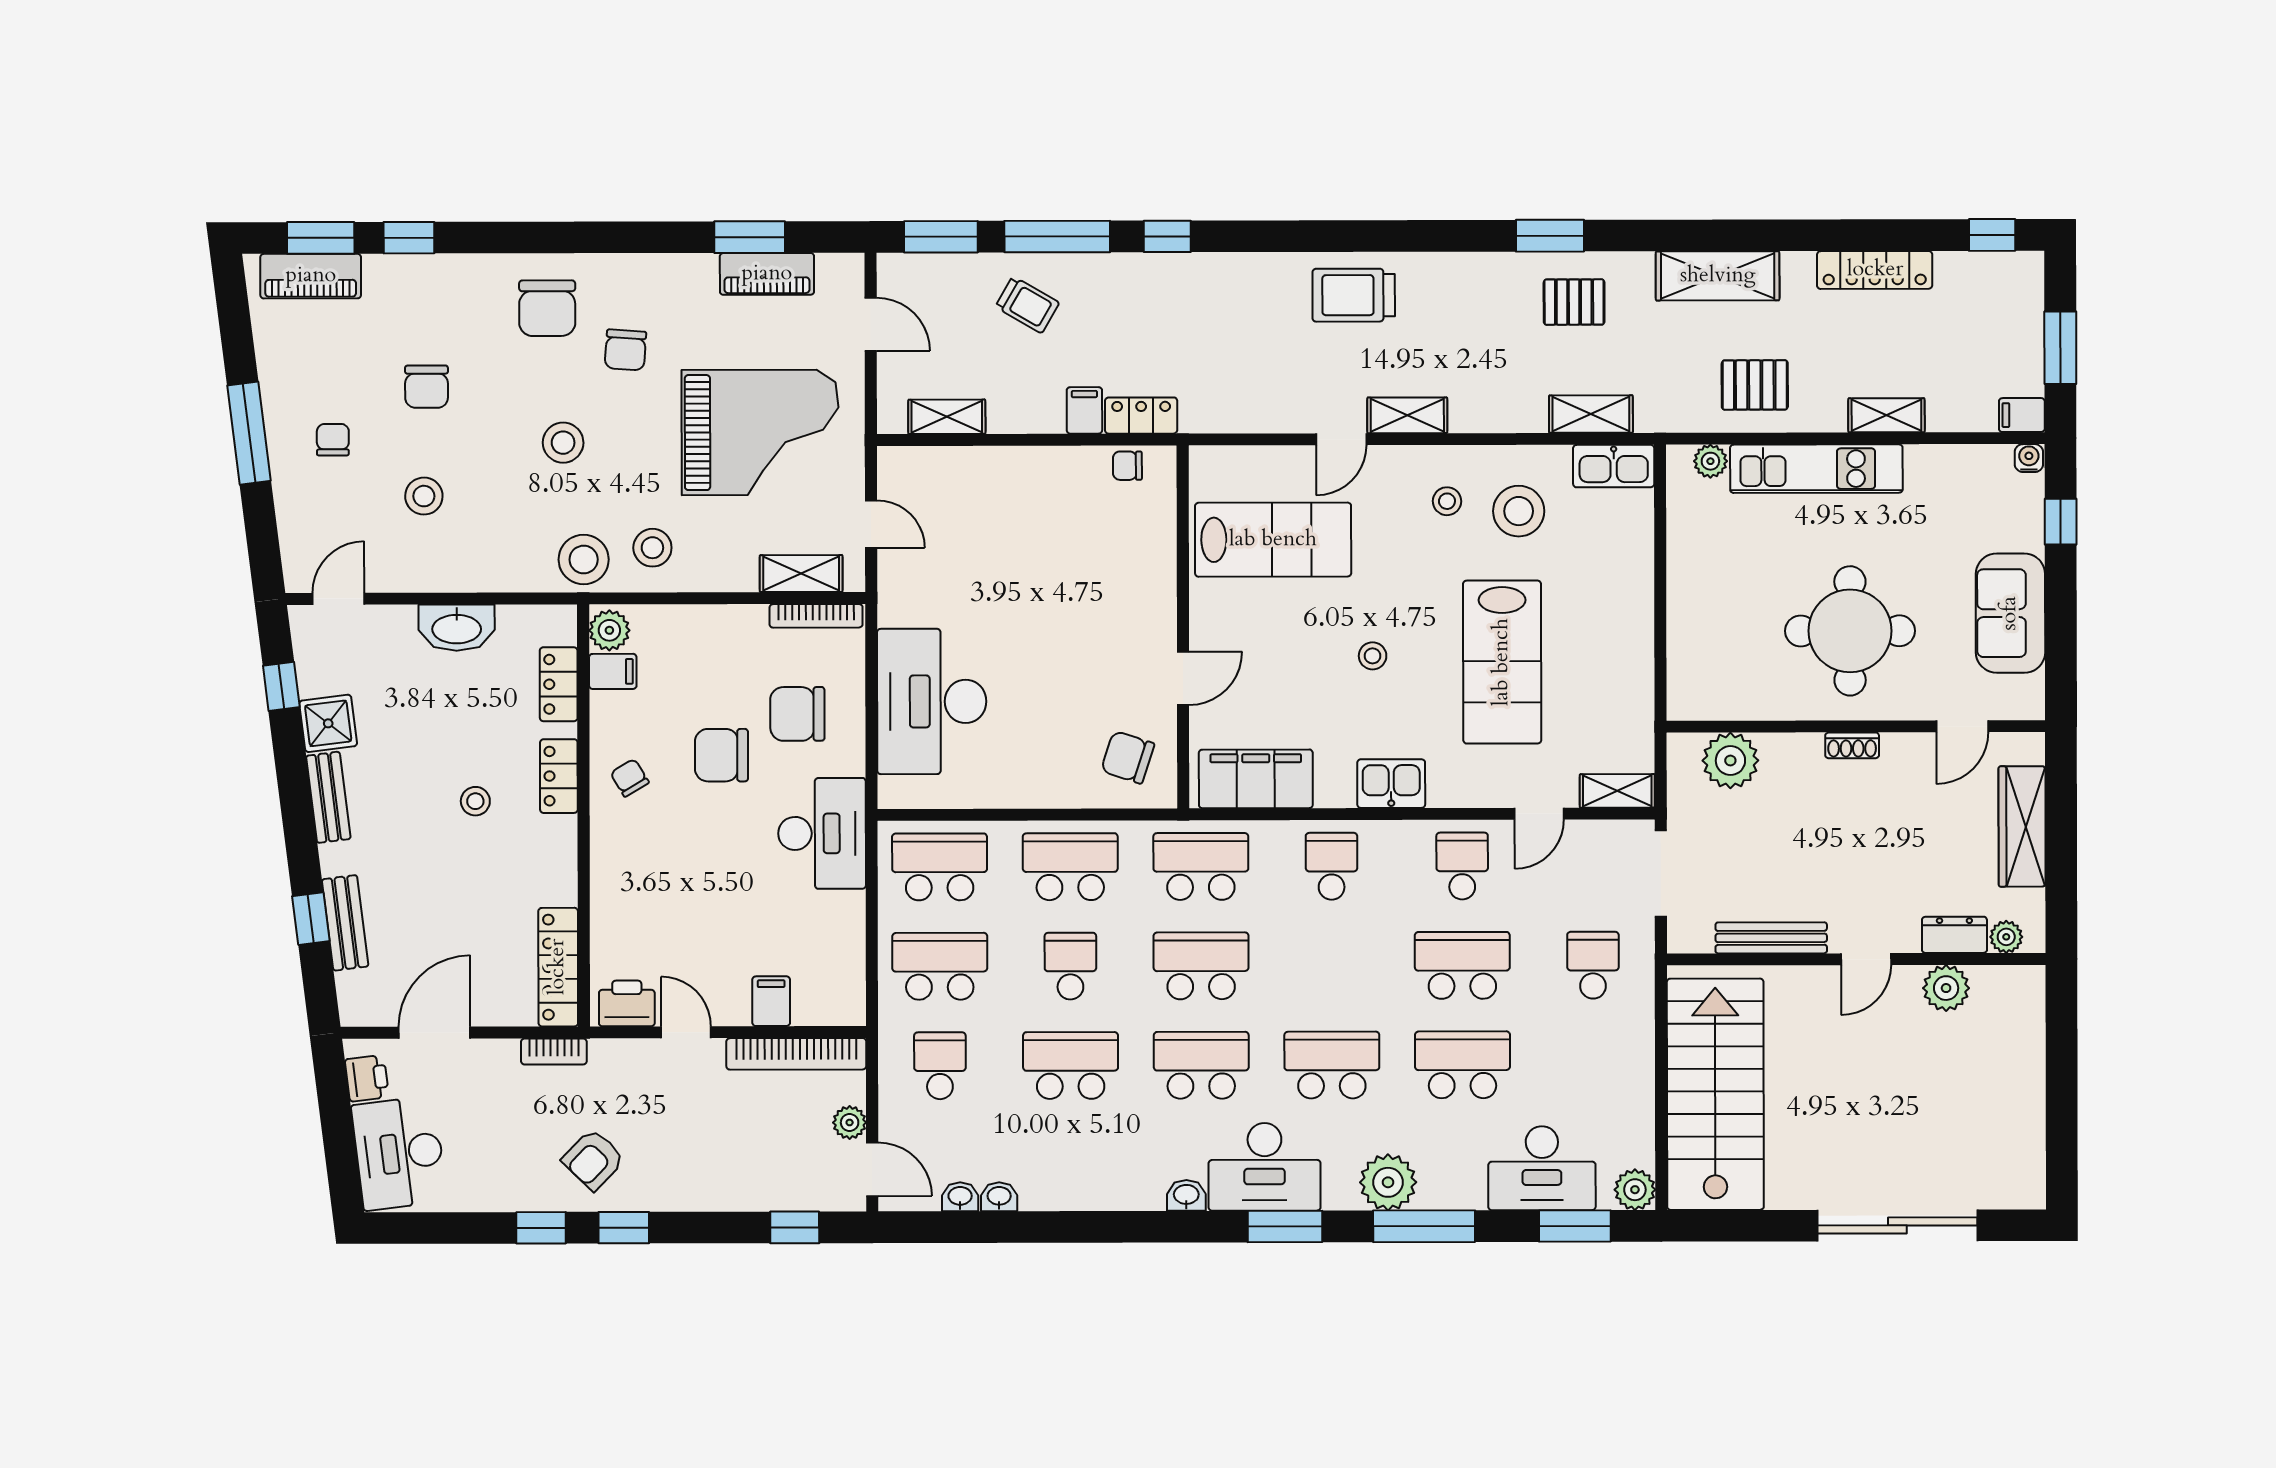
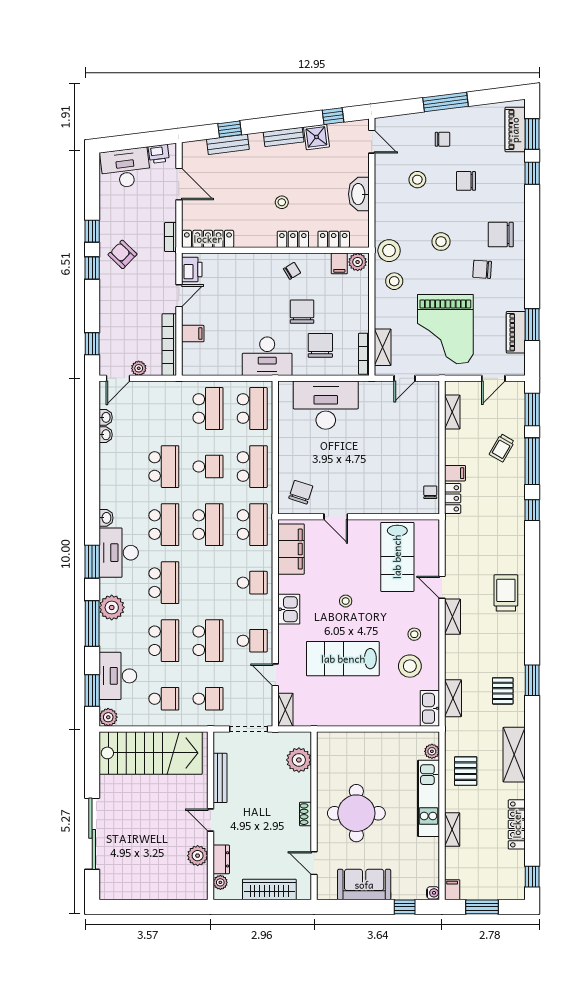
school desk: (940, 1066) -> (164, 699), moved

